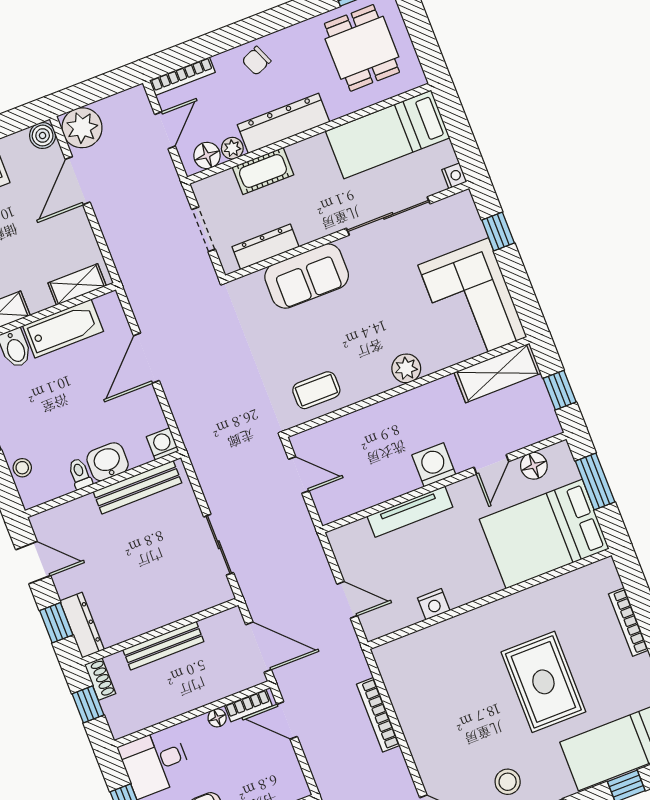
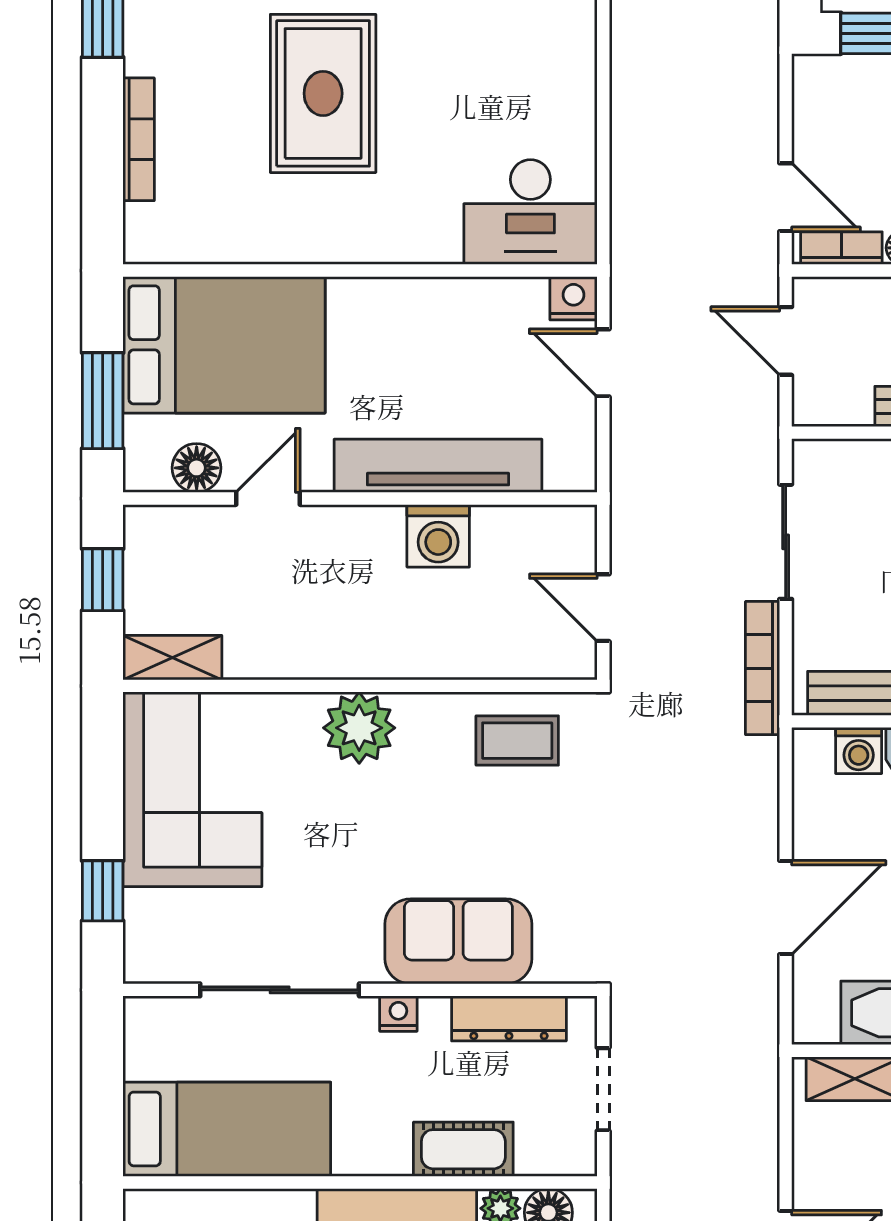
nightstand: (454, 176) -> (398, 1014), moved, turned 90
plant: (406, 368) -> (359, 728), width x1.36, depth x1.36
shelving: (498, 373) -> (172, 658), width x0.67, depth x0.75
washing machine: (163, 444) -> (859, 751), moved
washing machine: (434, 465) -> (438, 536), moved
tv unit: (410, 512) -> (438, 466), width x1.36, depth x1.29
nightstand: (434, 604) -> (574, 298), moved
door: (258, 647) -> (786, 341), width x0.73
desk: (414, 662) -> (530, 212), added
bookcase: (378, 715) -> (762, 668), moved, turned 180

